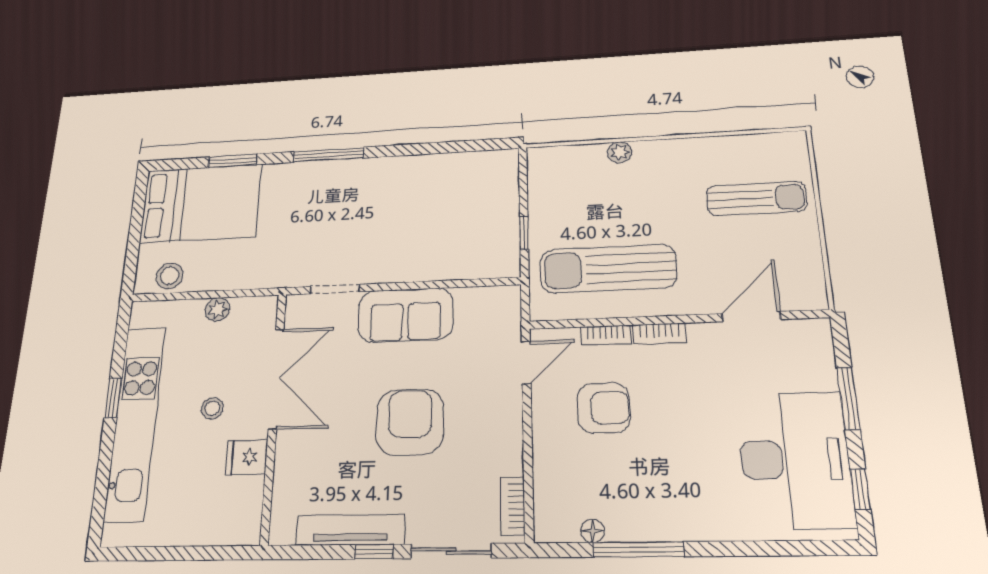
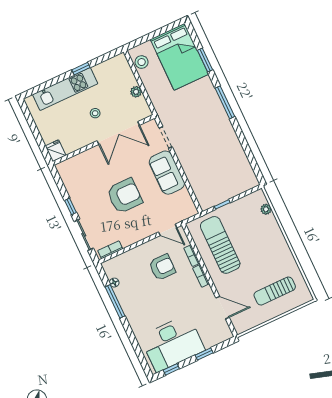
plant: (620, 152) -> (266, 209), moved
sun lounger: (756, 199) -> (275, 291), turned 90
window: (848, 398) -> (204, 354), width x0.67
armchair: (604, 408) -> (162, 267), turned -90
kitchen unit: (135, 422) -> (65, 89), width x0.73
fridge: (246, 457) -> (56, 151), moved
tv unit: (350, 530) -> (74, 193), removed

